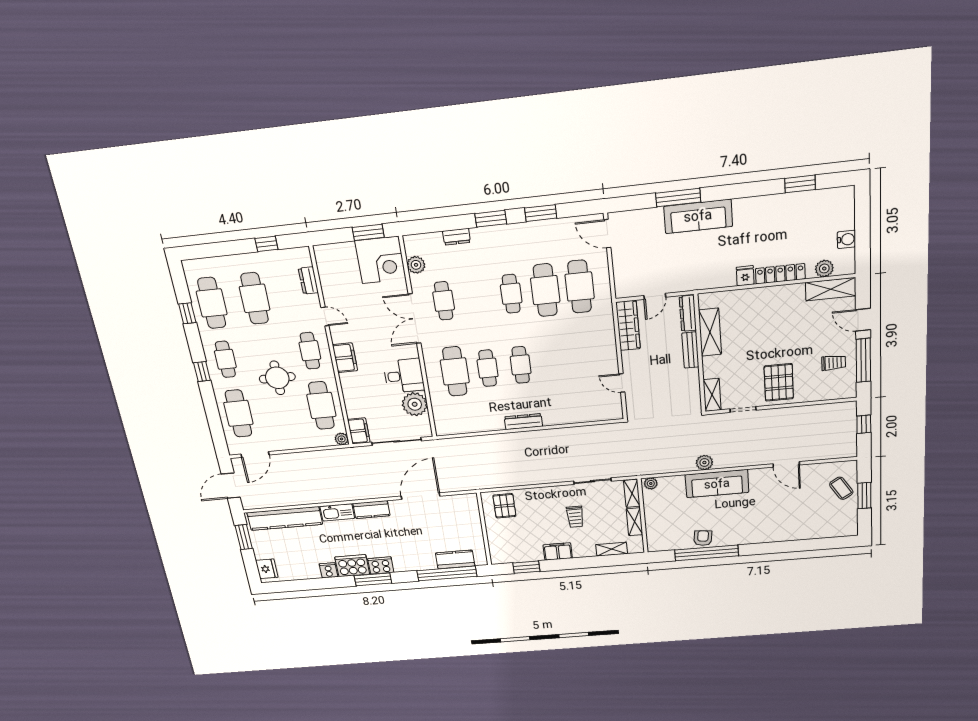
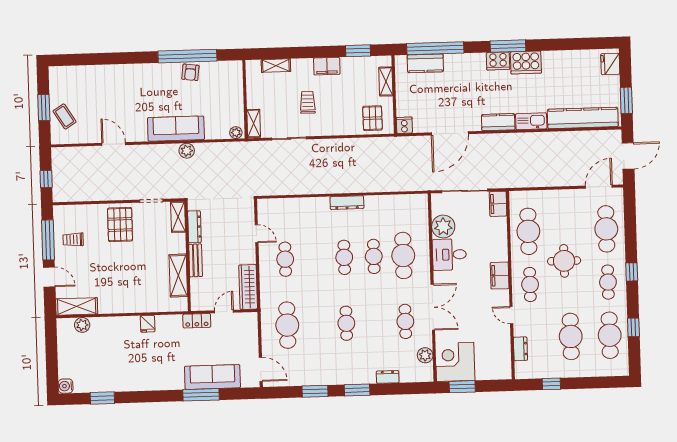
sofa: (698, 216) -> (212, 377), moved
water cooler: (846, 239) -> (66, 386), moved
locker: (780, 274) -> (197, 321), moved, width x0.66
cafe table: (545, 290) -> (285, 259), moved, width x0.73, depth x0.74
dresser: (688, 313) -> (194, 227), moved
plant: (342, 439) -> (515, 197), removed
shelving: (635, 522) -> (386, 81), moved
cooker: (329, 570) -> (404, 125), moved, turned 180

